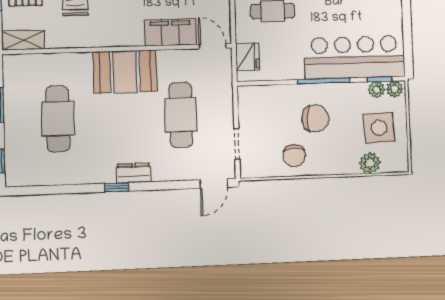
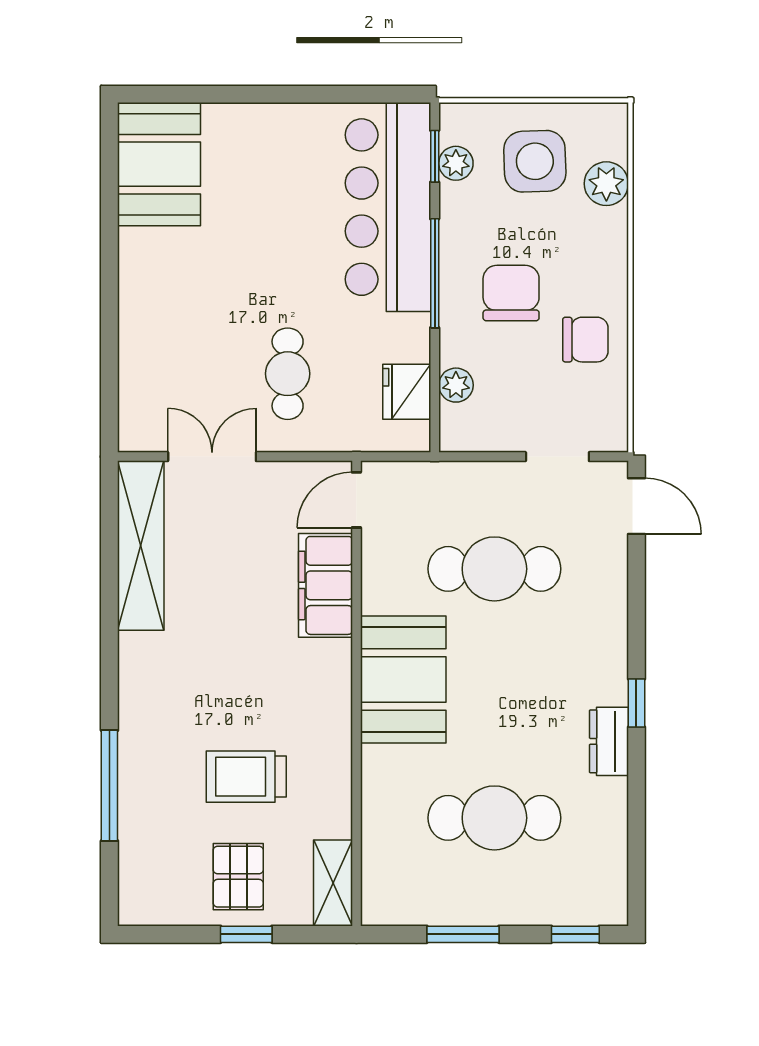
fridge: (248, 57) -> (407, 392), moved, turned -90
plant: (395, 89) -> (456, 385), moved
dresser: (134, 173) -> (609, 741), moved

